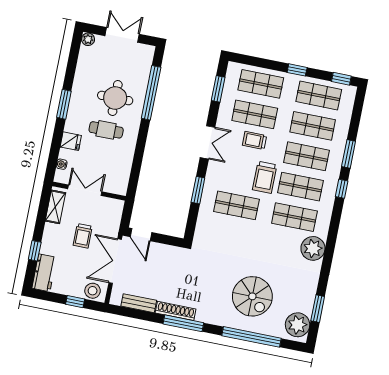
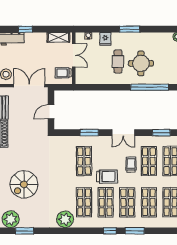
trolley: (265, 177) -> (107, 177), turned 180
door: (141, 235) -> (51, 112), moved
trolley: (83, 236) -> (63, 73), moved

